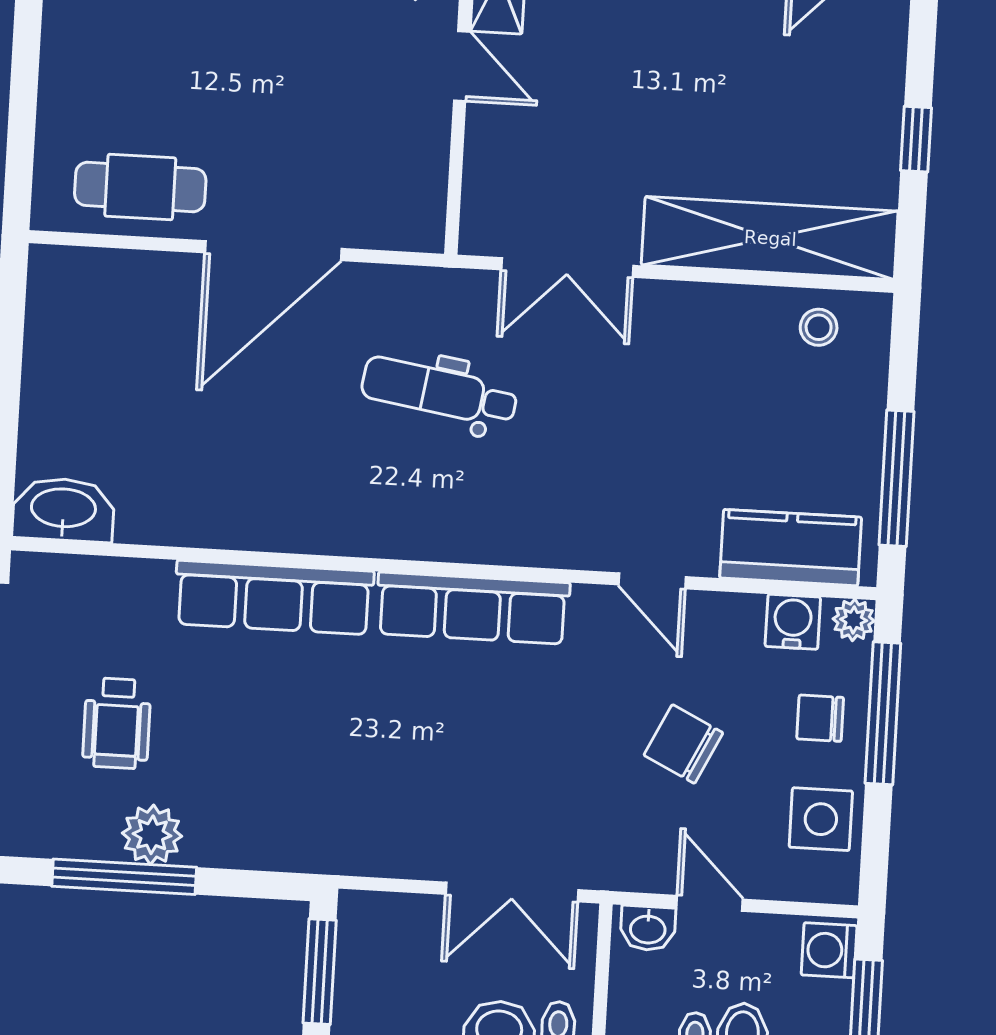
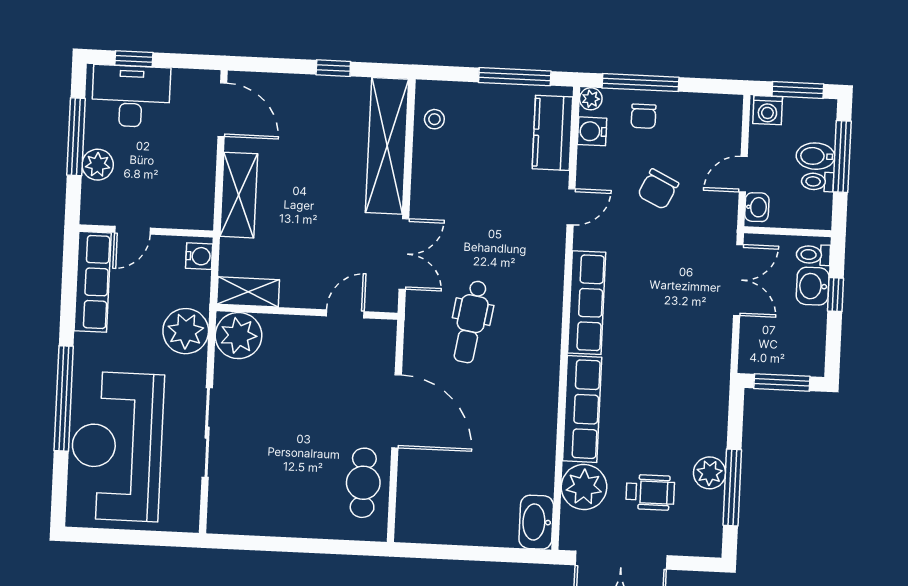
door: (462, 66) -> (345, 314), moved
plant: (128, 600) -> (584, 487), added
side table: (821, 819) -> (698, 115), removed

